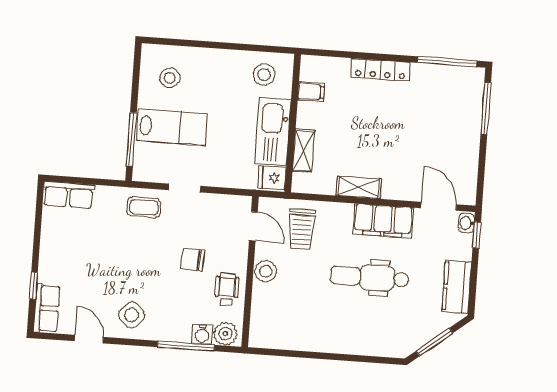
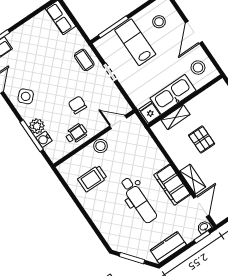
door: (217, 45) -> (194, 32), added
filing cabinet: (311, 92) -> (208, 98), removed
lab bench: (172, 127) -> (135, 42), turned 180
pallet: (356, 140) -> (202, 139), added
shelving: (359, 187) -> (193, 179), moved
door: (253, 226) -> (118, 122), swing flipped
trolley: (302, 229) -> (92, 179), moved
dental chair: (369, 277) -> (138, 200), turned 180
plant: (225, 334) -> (37, 126), moved

